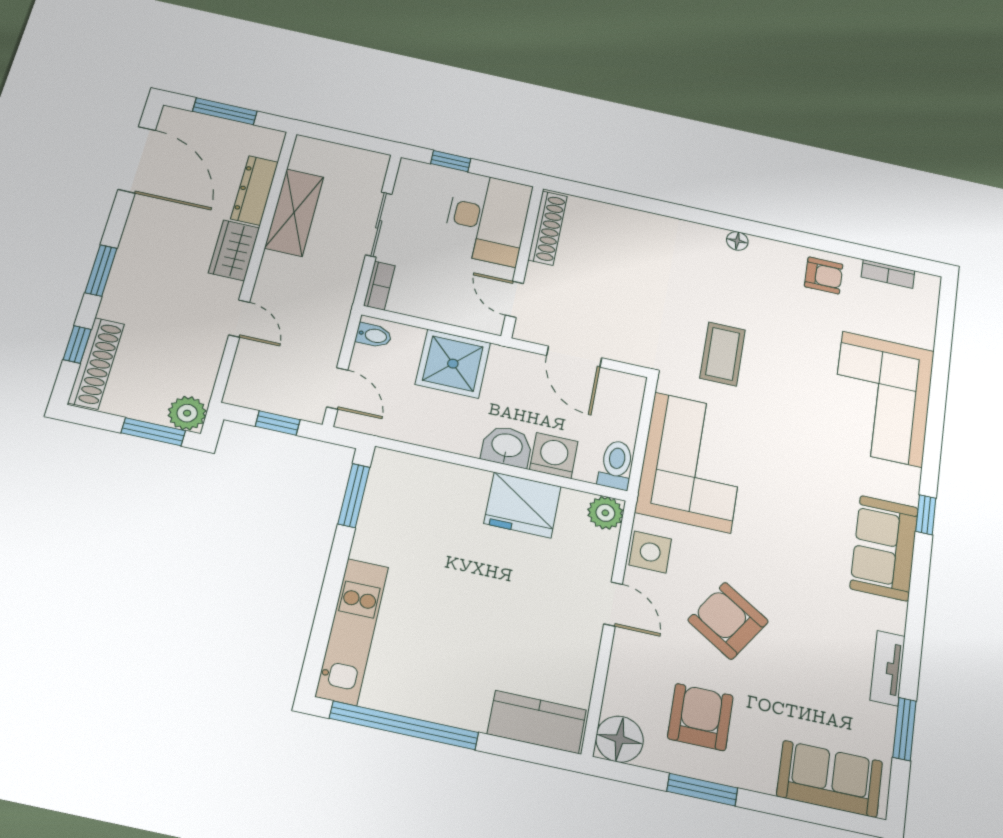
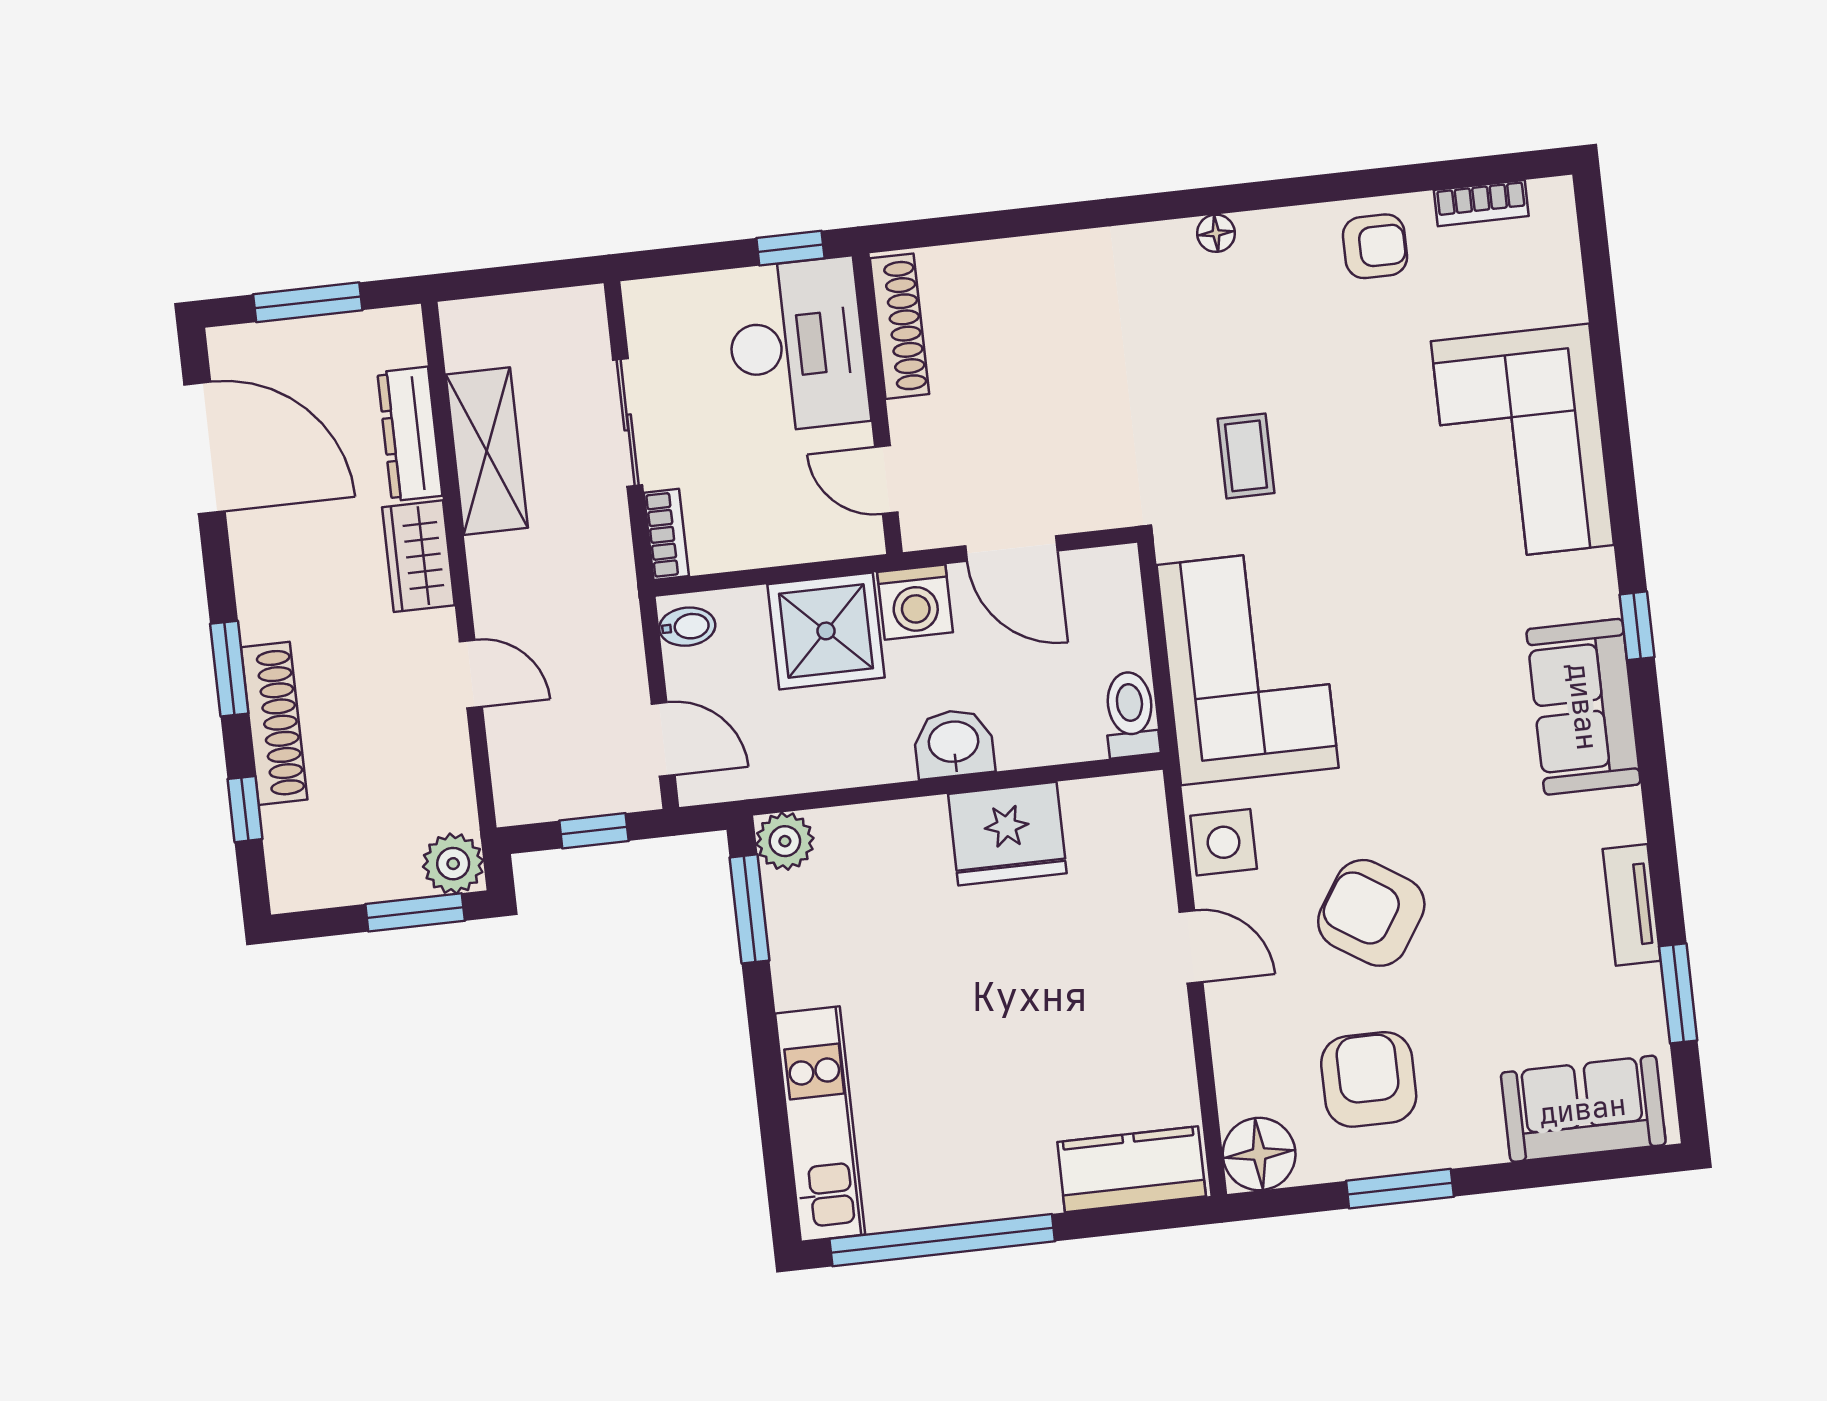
window: (451, 161) -> (790, 248), moved
coffee table: (723, 354) -> (1246, 456), width x0.73, depth x0.77
shoe rack: (96, 363) -> (274, 723), moved
washing machine: (554, 456) -> (915, 602), moved, turned 180
plant: (605, 513) -> (785, 841), moved

